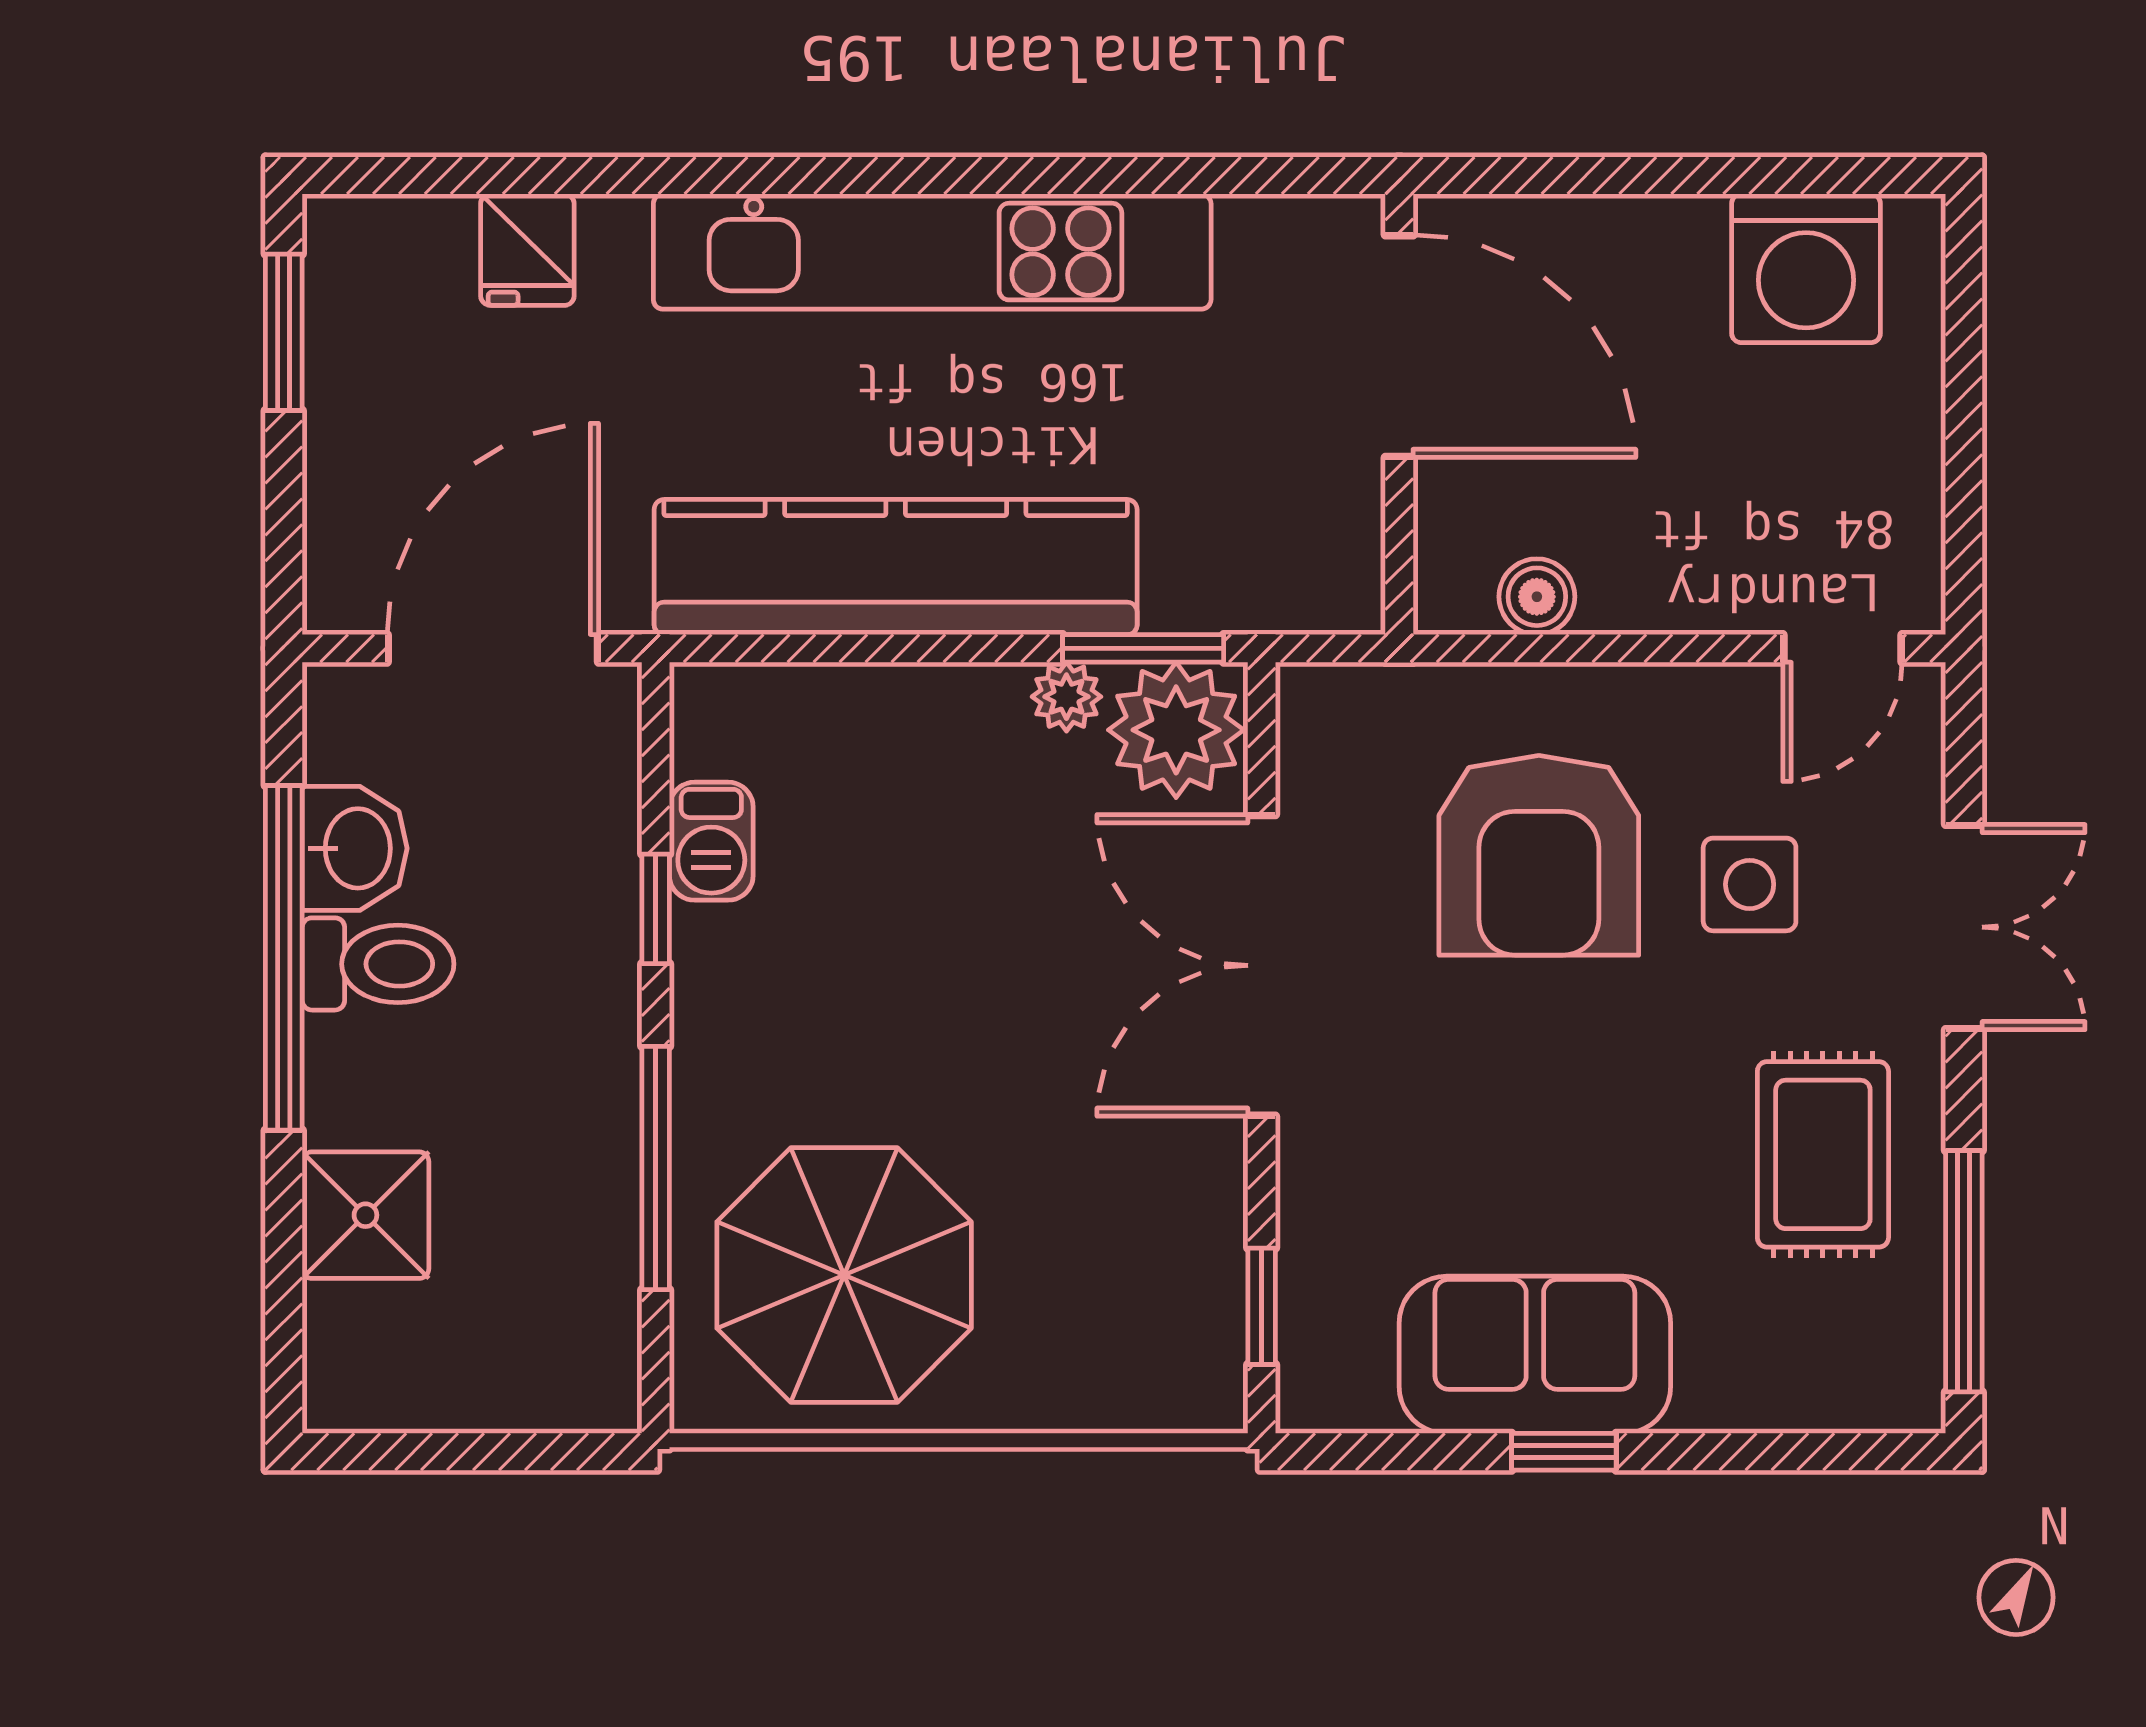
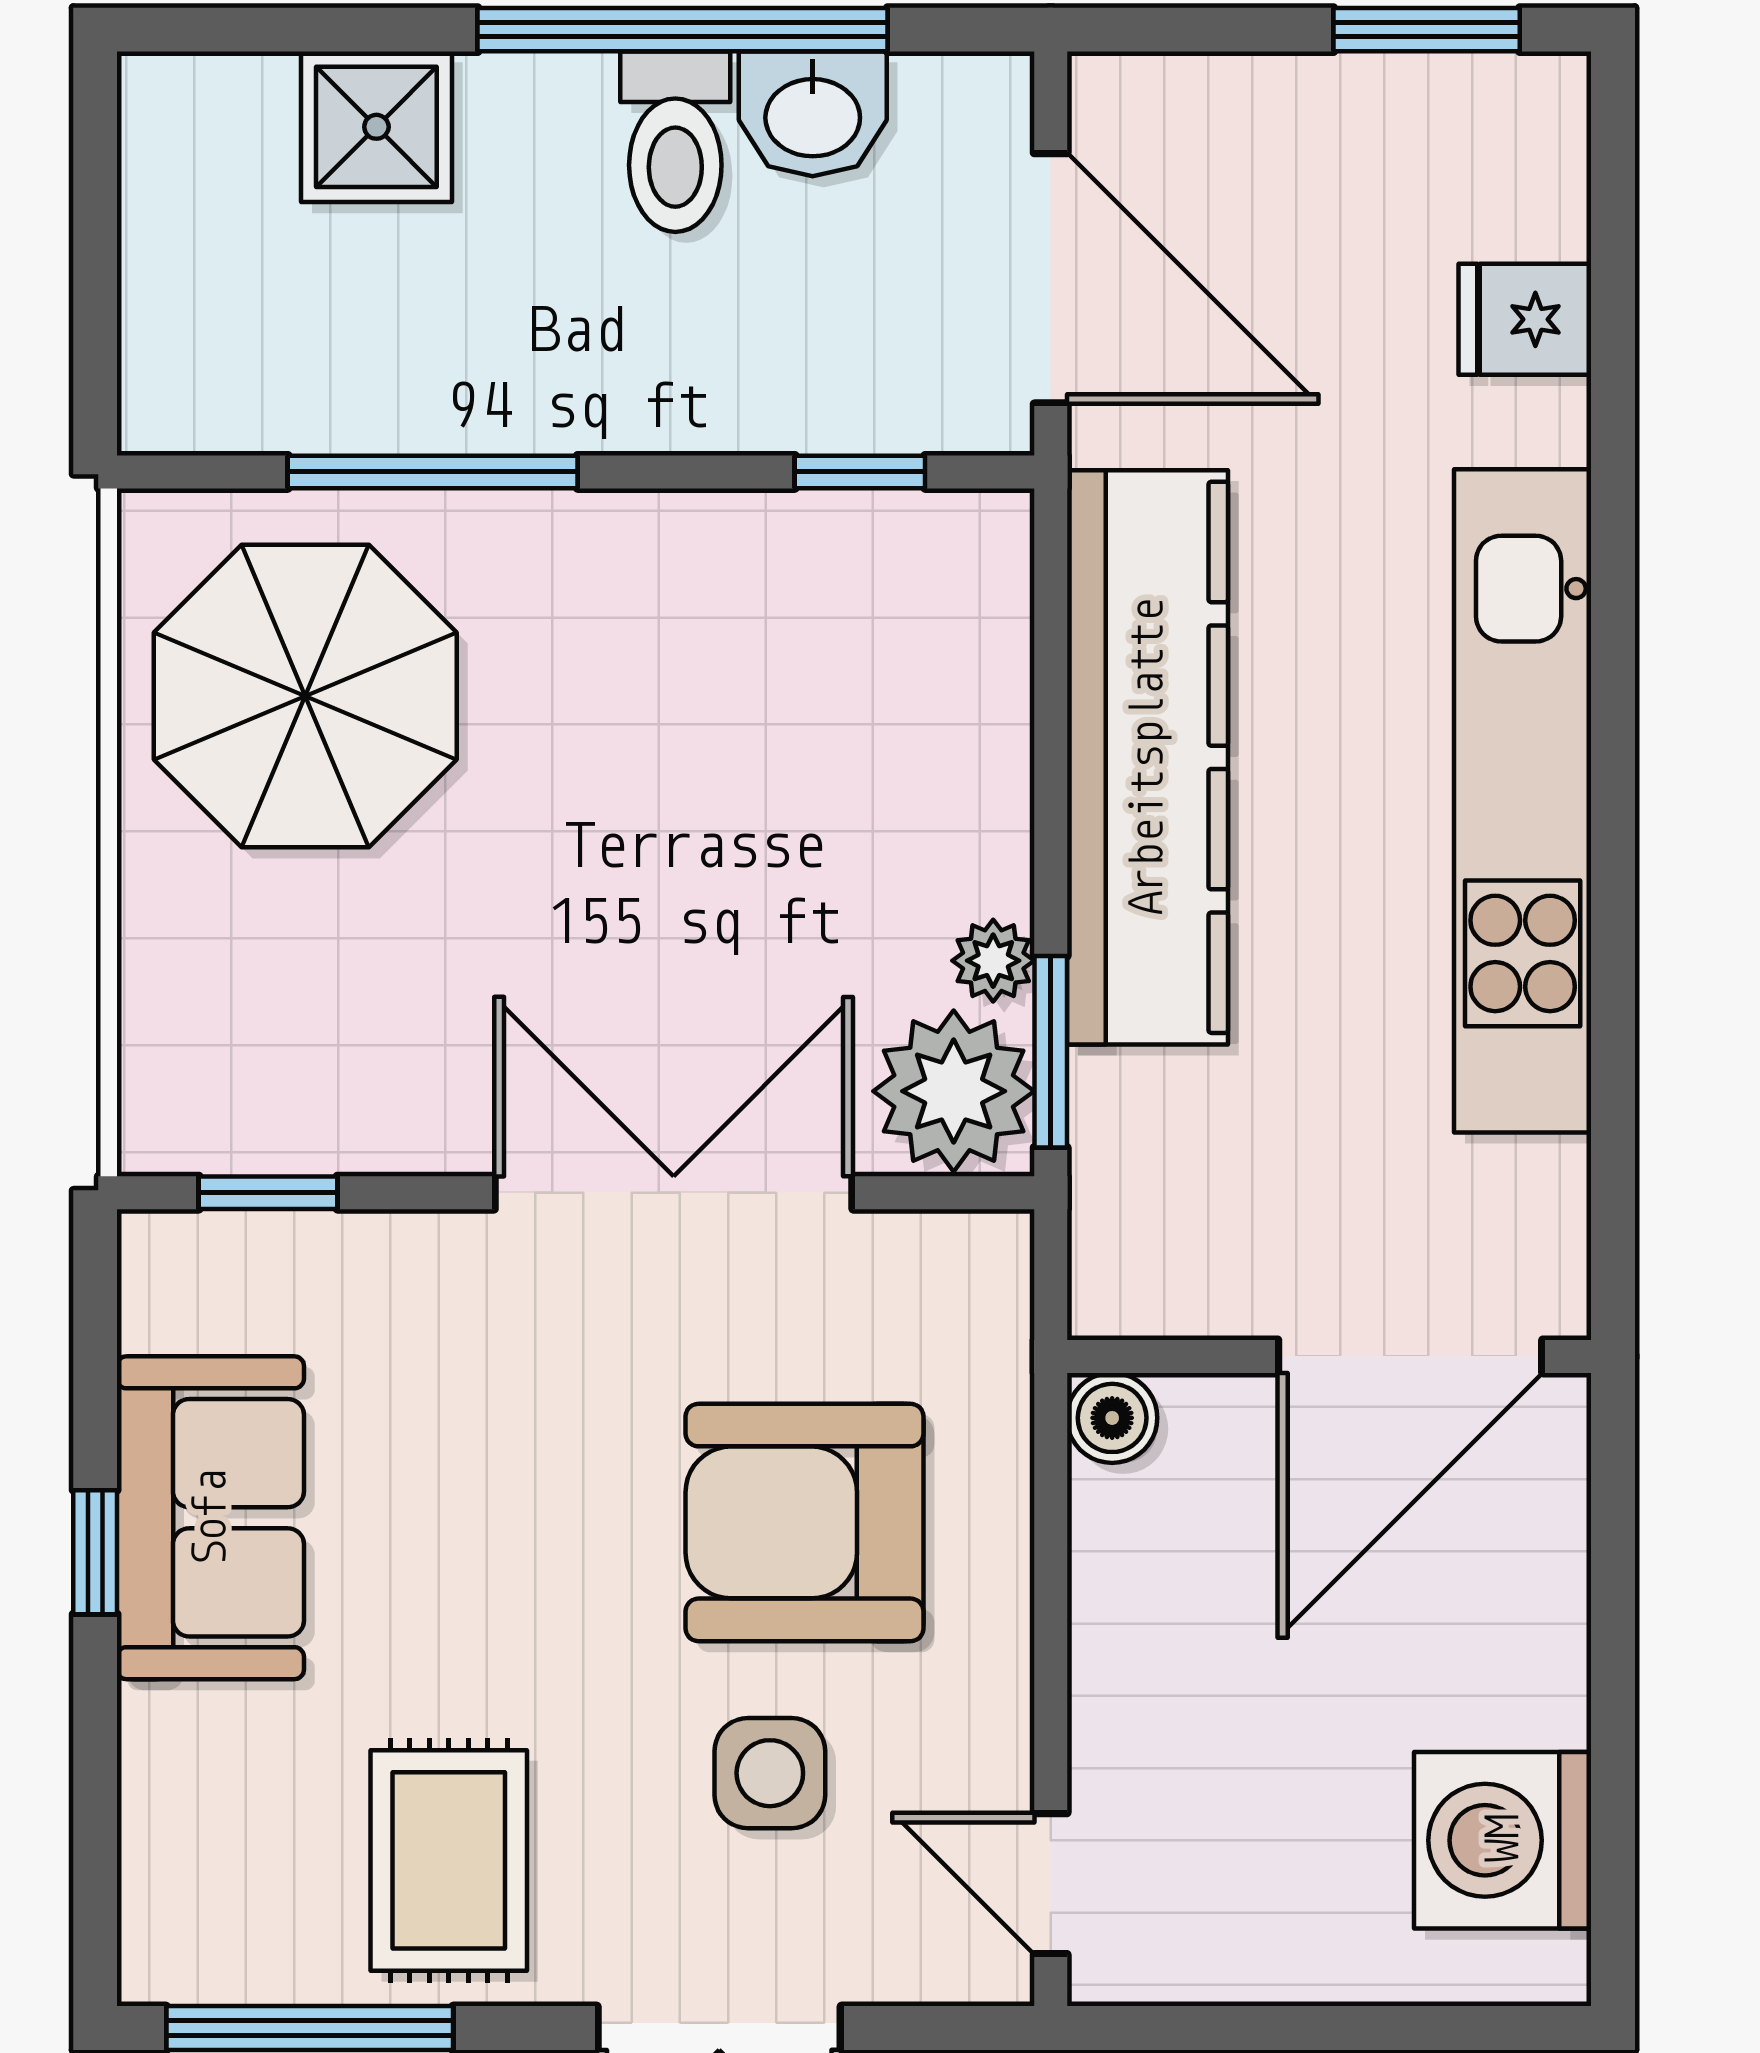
boiler: (1537, 597) -> (1112, 1418), moved
barbecue: (711, 841) -> (821, 538), removed
window: (656, 909) -> (860, 472), moved
rug: (1823, 1154) -> (449, 1860), turned 90

